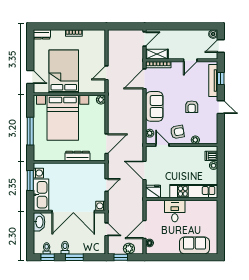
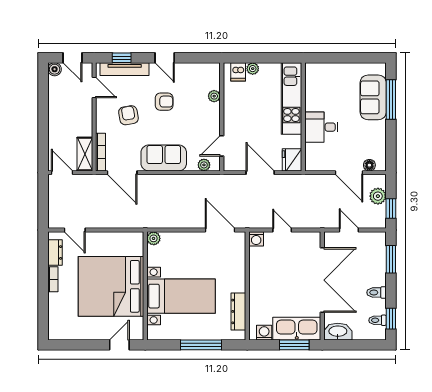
dresser: (42, 34) -> (55, 252), moved
door: (190, 60) -> (94, 87), moved
bed: (64, 72) -> (111, 286), width x1.36
door: (106, 73) -> (75, 230), moved
door: (221, 107) -> (165, 58), swing flipped
bed with nightstands: (63, 118) -> (181, 296), width x0.73
armchair: (177, 132) -> (128, 115), moved
dresser: (78, 156) -> (238, 311), moved
door: (145, 170) -> (260, 173), swing flipped
window: (30, 181) -> (294, 345), moved
washing machine: (101, 206) -> (256, 239), moved
door: (106, 229) -> (349, 230), hinge flipped
window: (74, 257) -> (391, 259), moved
window: (193, 257) -> (391, 99), added

